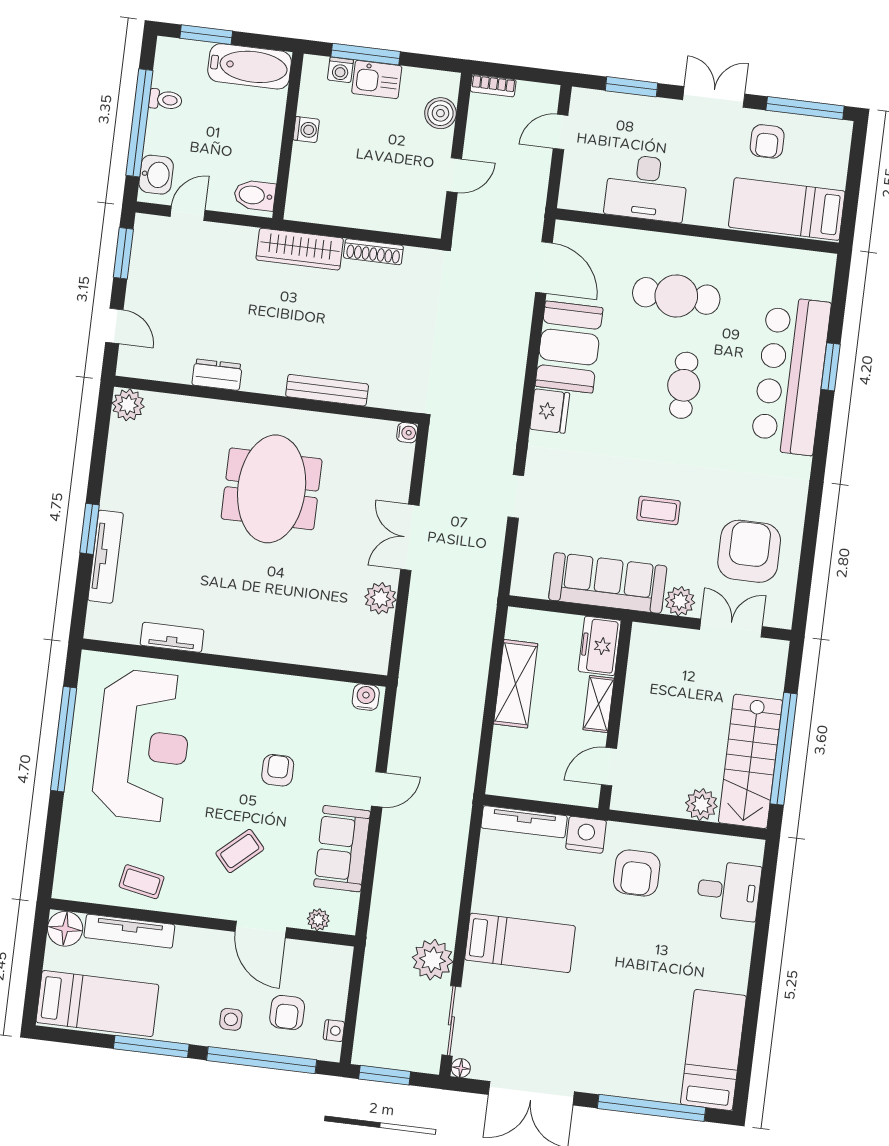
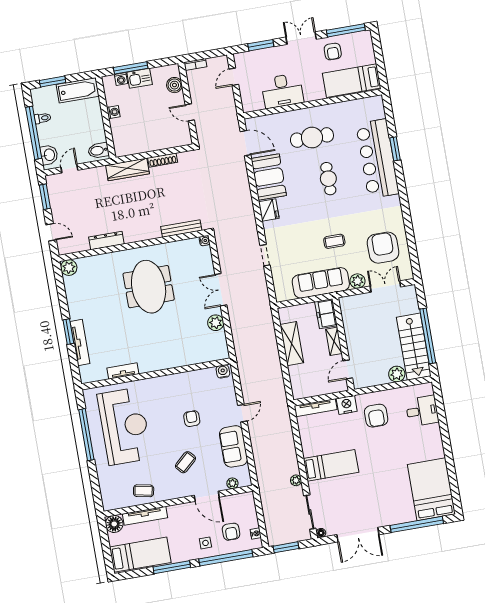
door: (454, 175) -> (190, 112), swing flipped
dresser: (217, 375) -> (106, 241), width x1.44
bench: (327, 390) -> (181, 229), moved
plant: (433, 960) -> (296, 480), width x0.53, depth x0.53
bed: (713, 1050) -> (431, 489), width x1.50

